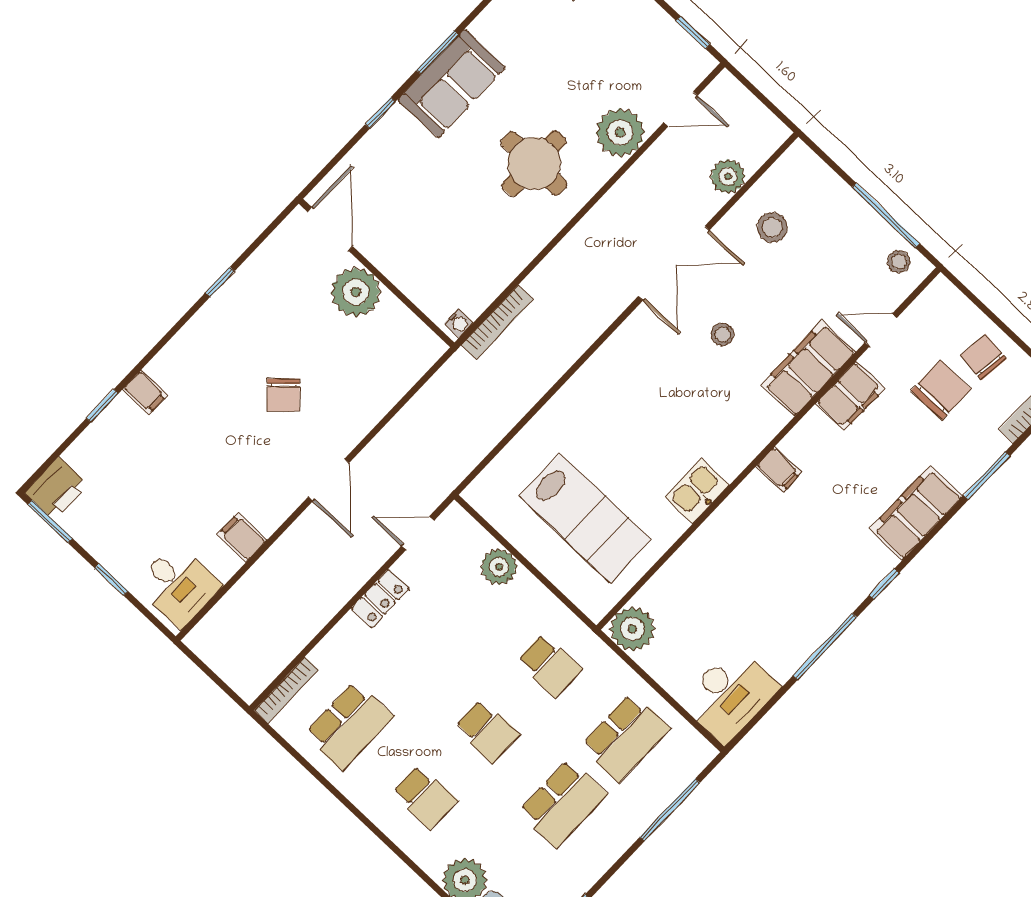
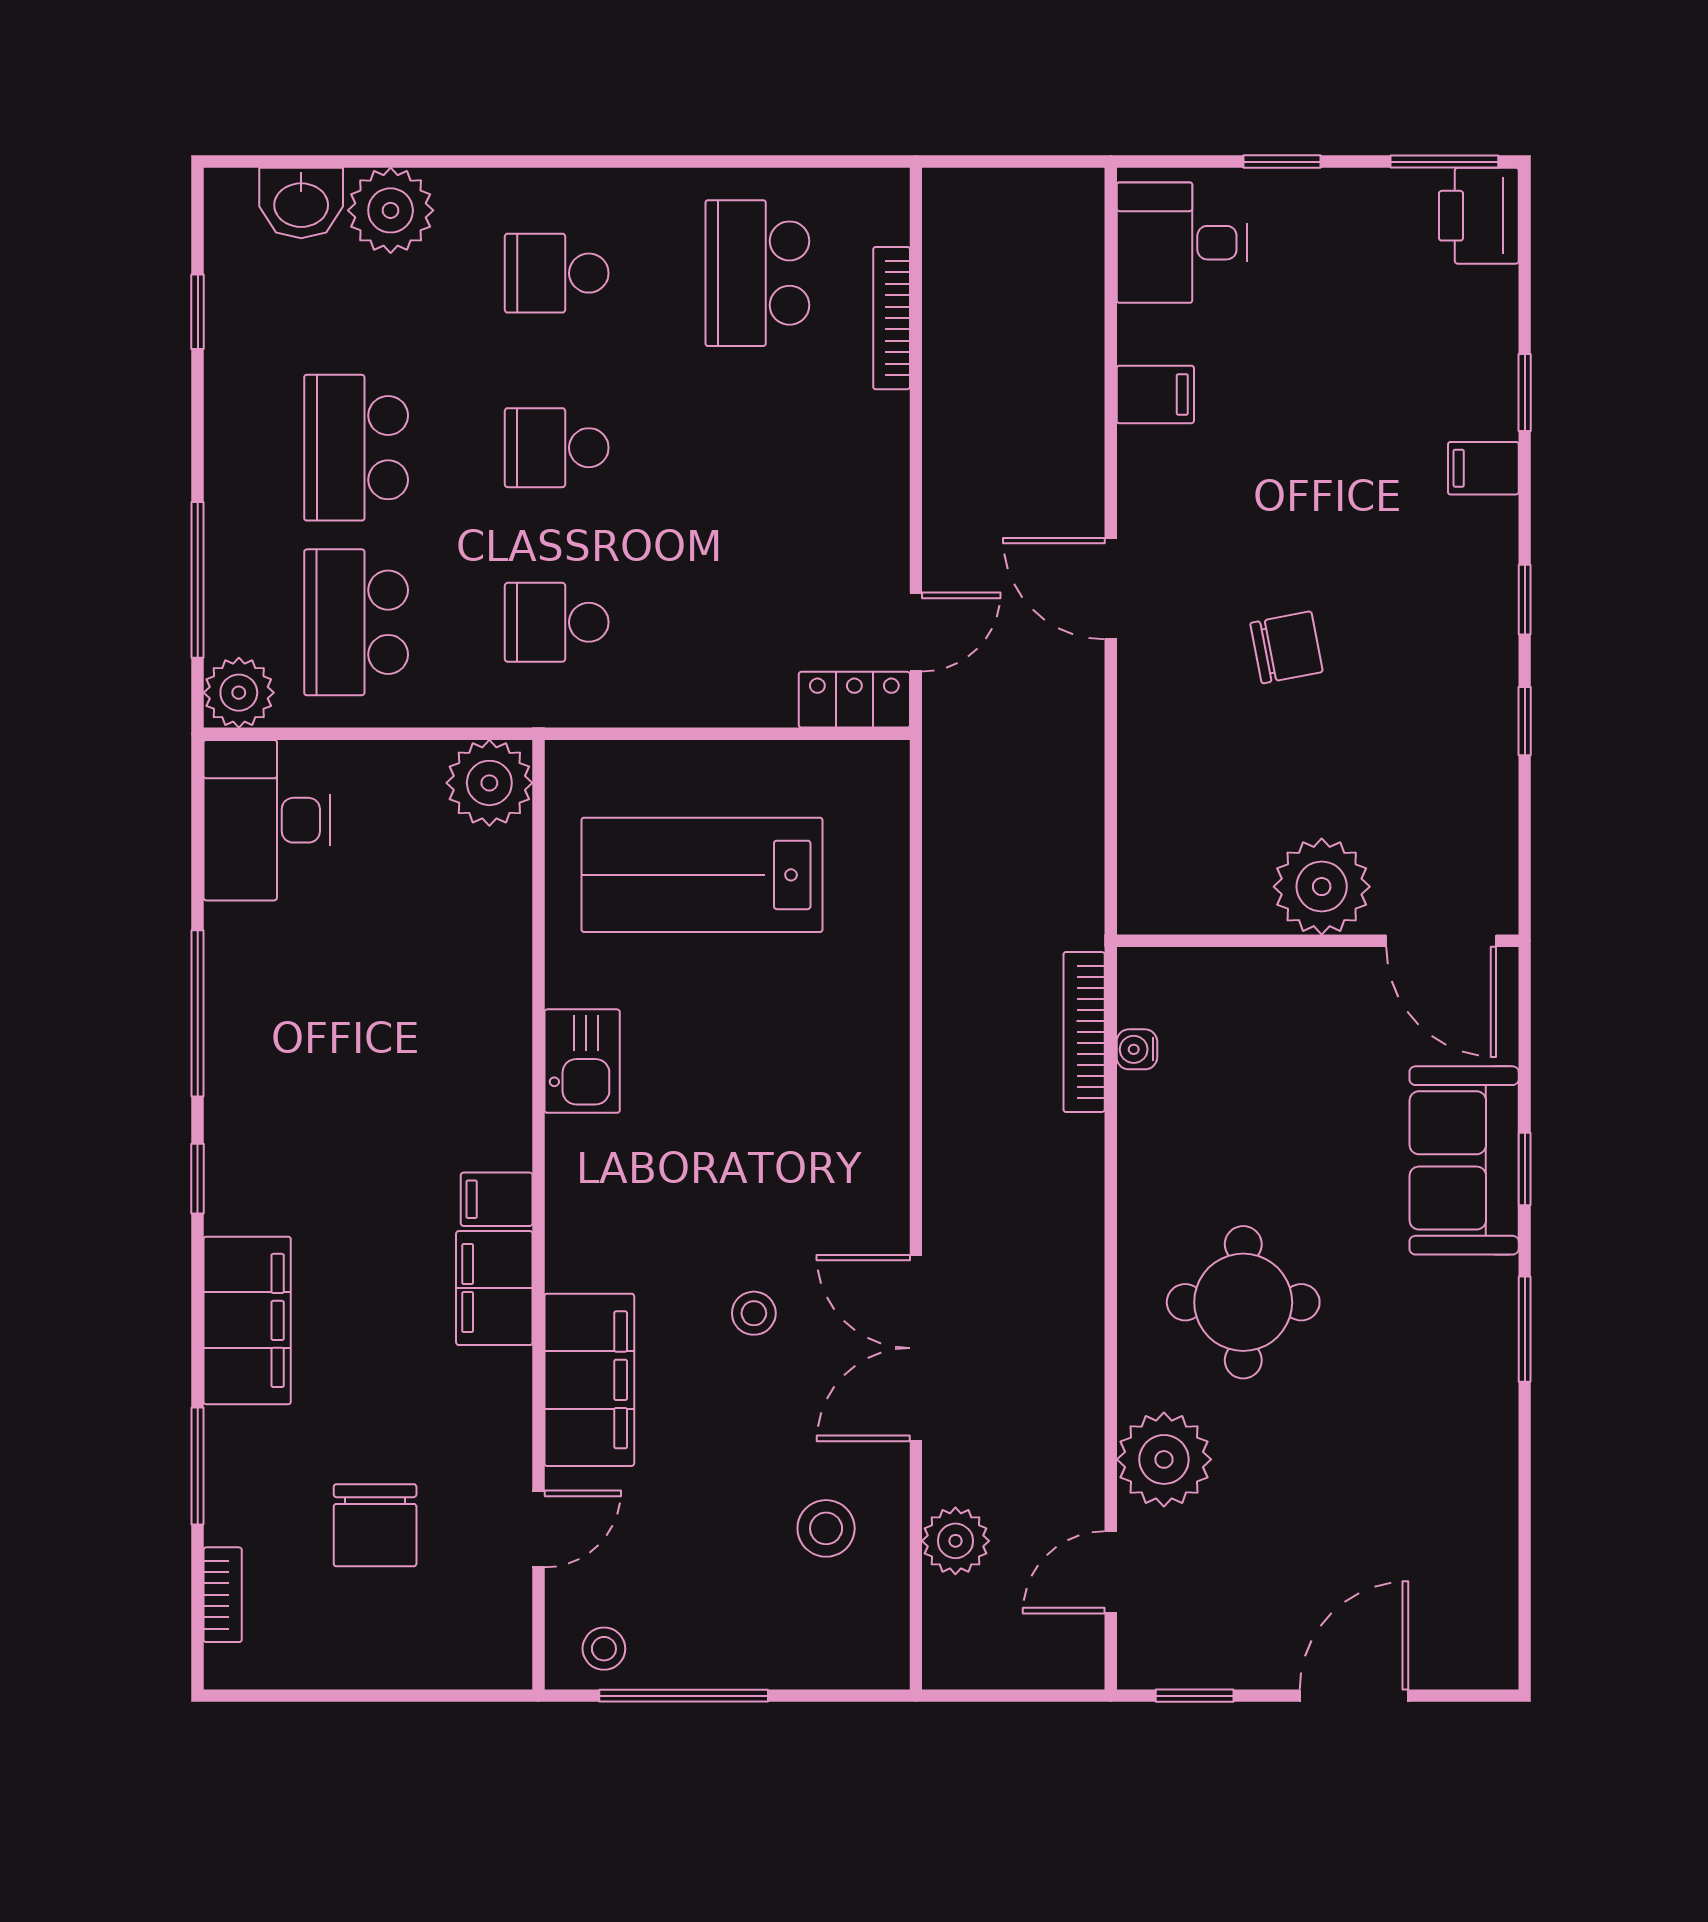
sofa: (452, 84) -> (1464, 1160), moved
water cooler: (459, 323) -> (1137, 1049), moved
window: (177, 328) -> (1525, 600), added
chair: (983, 357) -> (360, 1627), removed
chair: (283, 395) -> (1286, 647), turned 122
filing cabinet: (850, 396) -> (494, 1288), moved
plant: (499, 567) -> (239, 693), moved
locker: (380, 599) -> (854, 700), moved, turned 90
bookcase: (286, 690) -> (892, 318), moved

